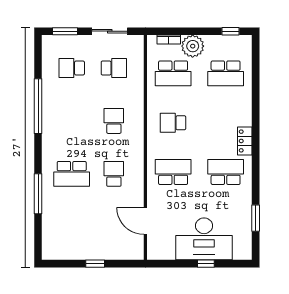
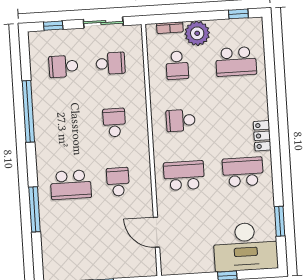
window: (65, 31) -> (53, 26), width x0.67
school desk: (173, 73) -> (177, 65), width x0.54
desk: (204, 239) -> (245, 247), moved

